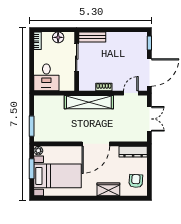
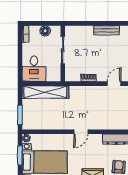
bench: (92, 37) -> (106, 30), moved
shelving: (89, 102) -> (45, 92), moved
door: (96, 144) -> (81, 132), width x0.53

